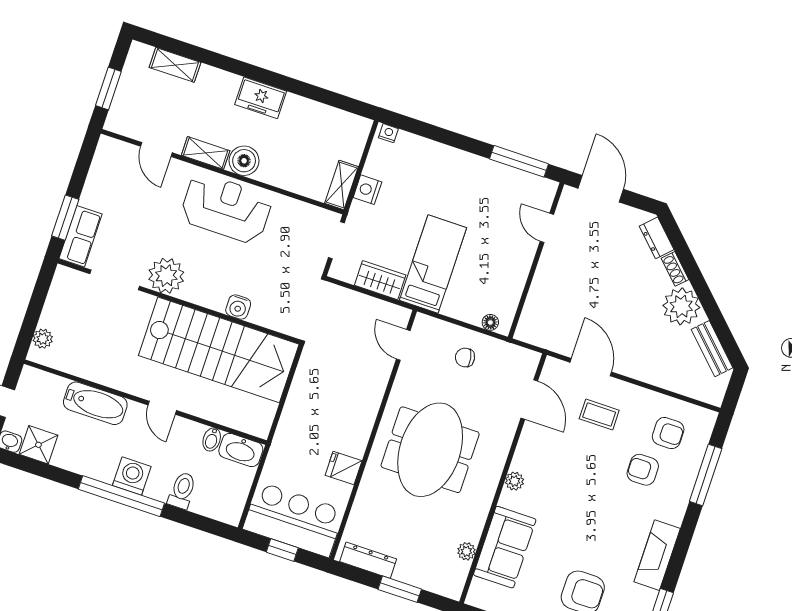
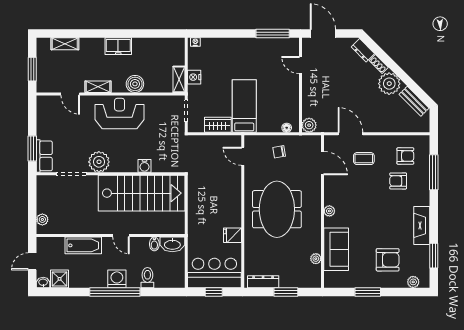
boiler: (244, 161) -> (135, 84), moved
plant: (528, 330) -> (309, 125), added

